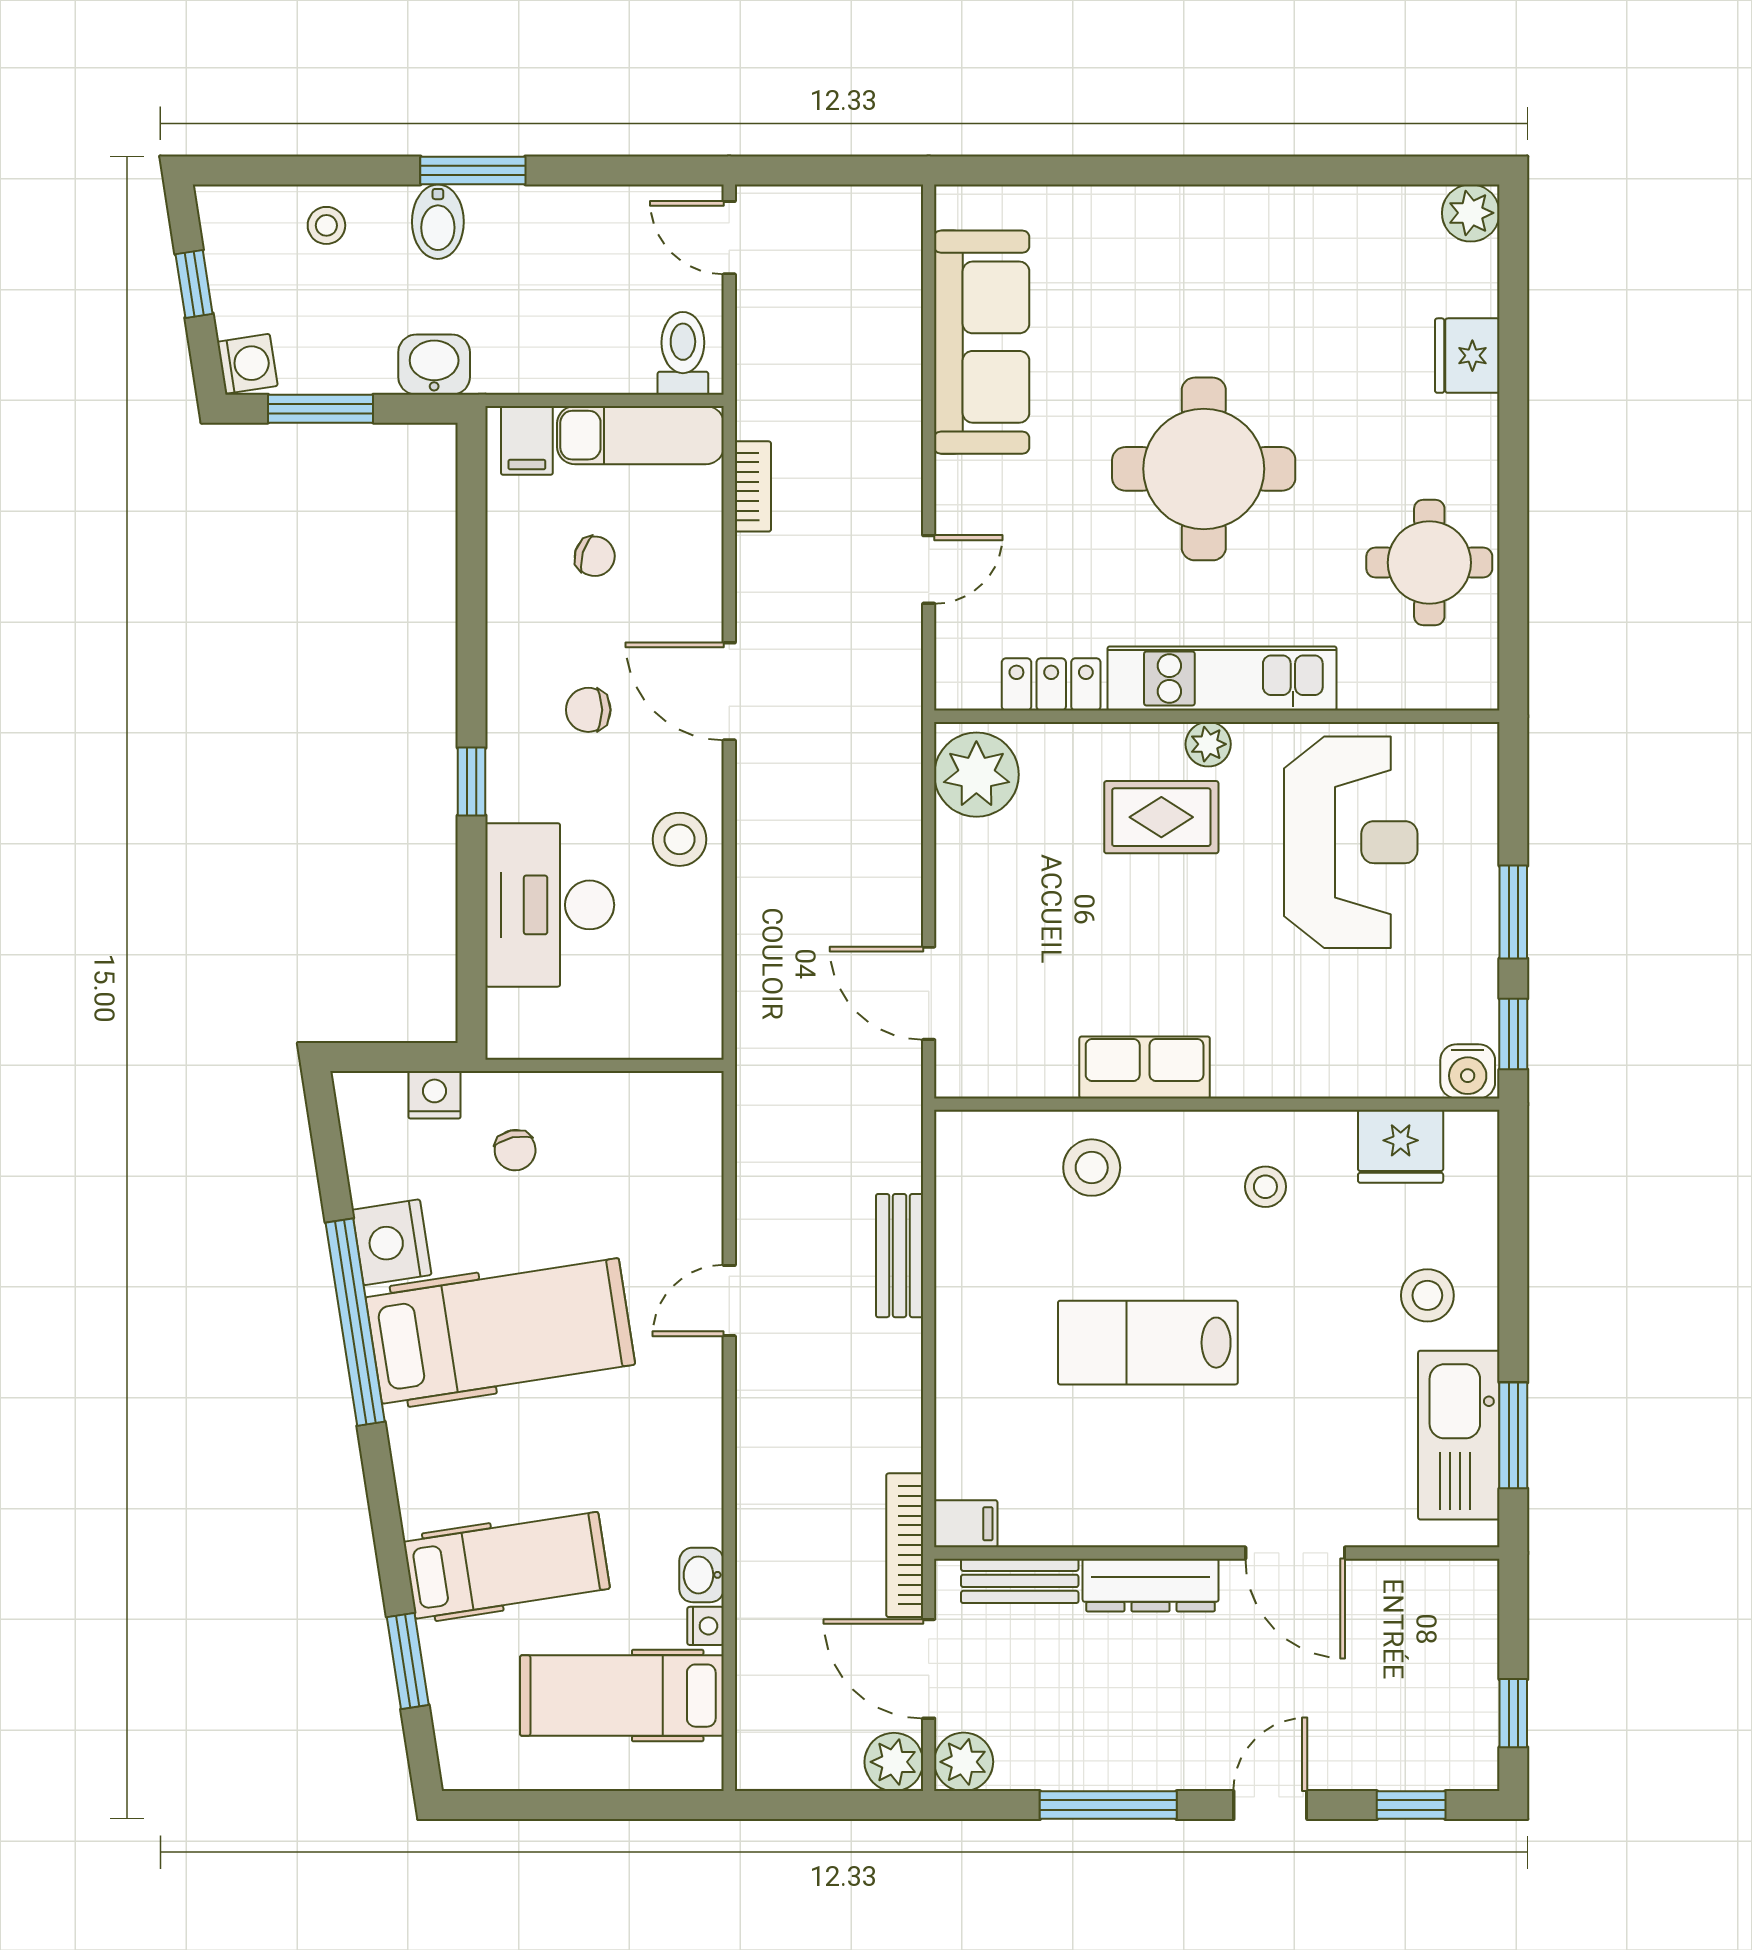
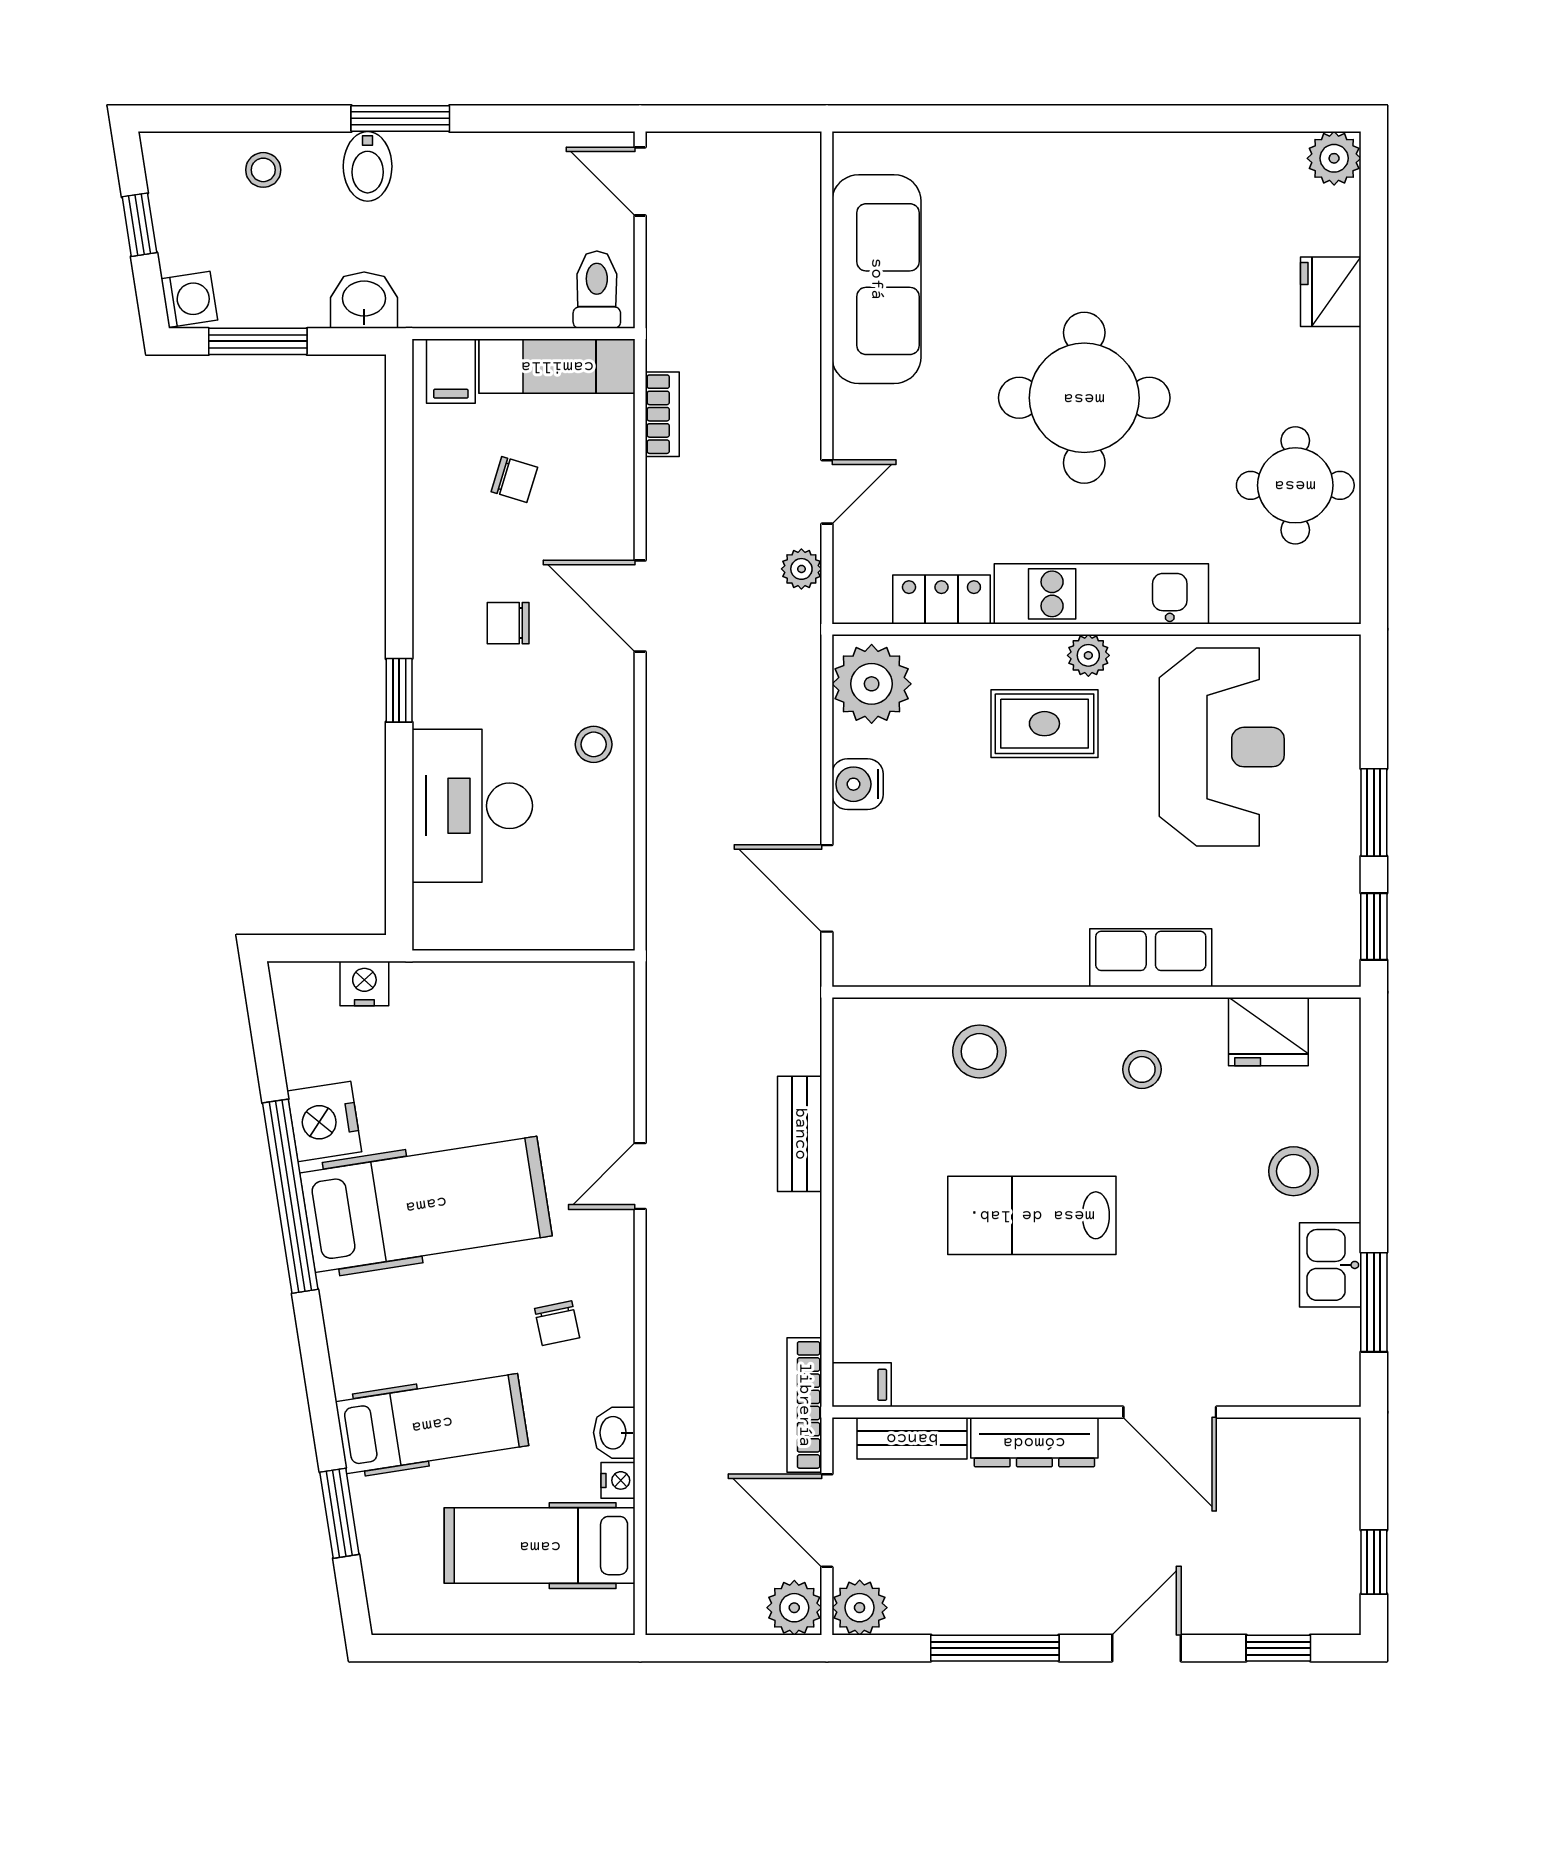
plant: (902, 652) -> (801, 569), added
stool: (679, 839) -> (594, 744), width x0.73, depth x0.73
row of seats: (1145, 1067) -> (1151, 958), moved
water cooler: (1468, 1071) -> (858, 784), moved, turned 90
chair: (515, 1150) -> (557, 1323), moved
kitchen sink: (1459, 1435) -> (1330, 1265), width x0.53, depth x0.81

